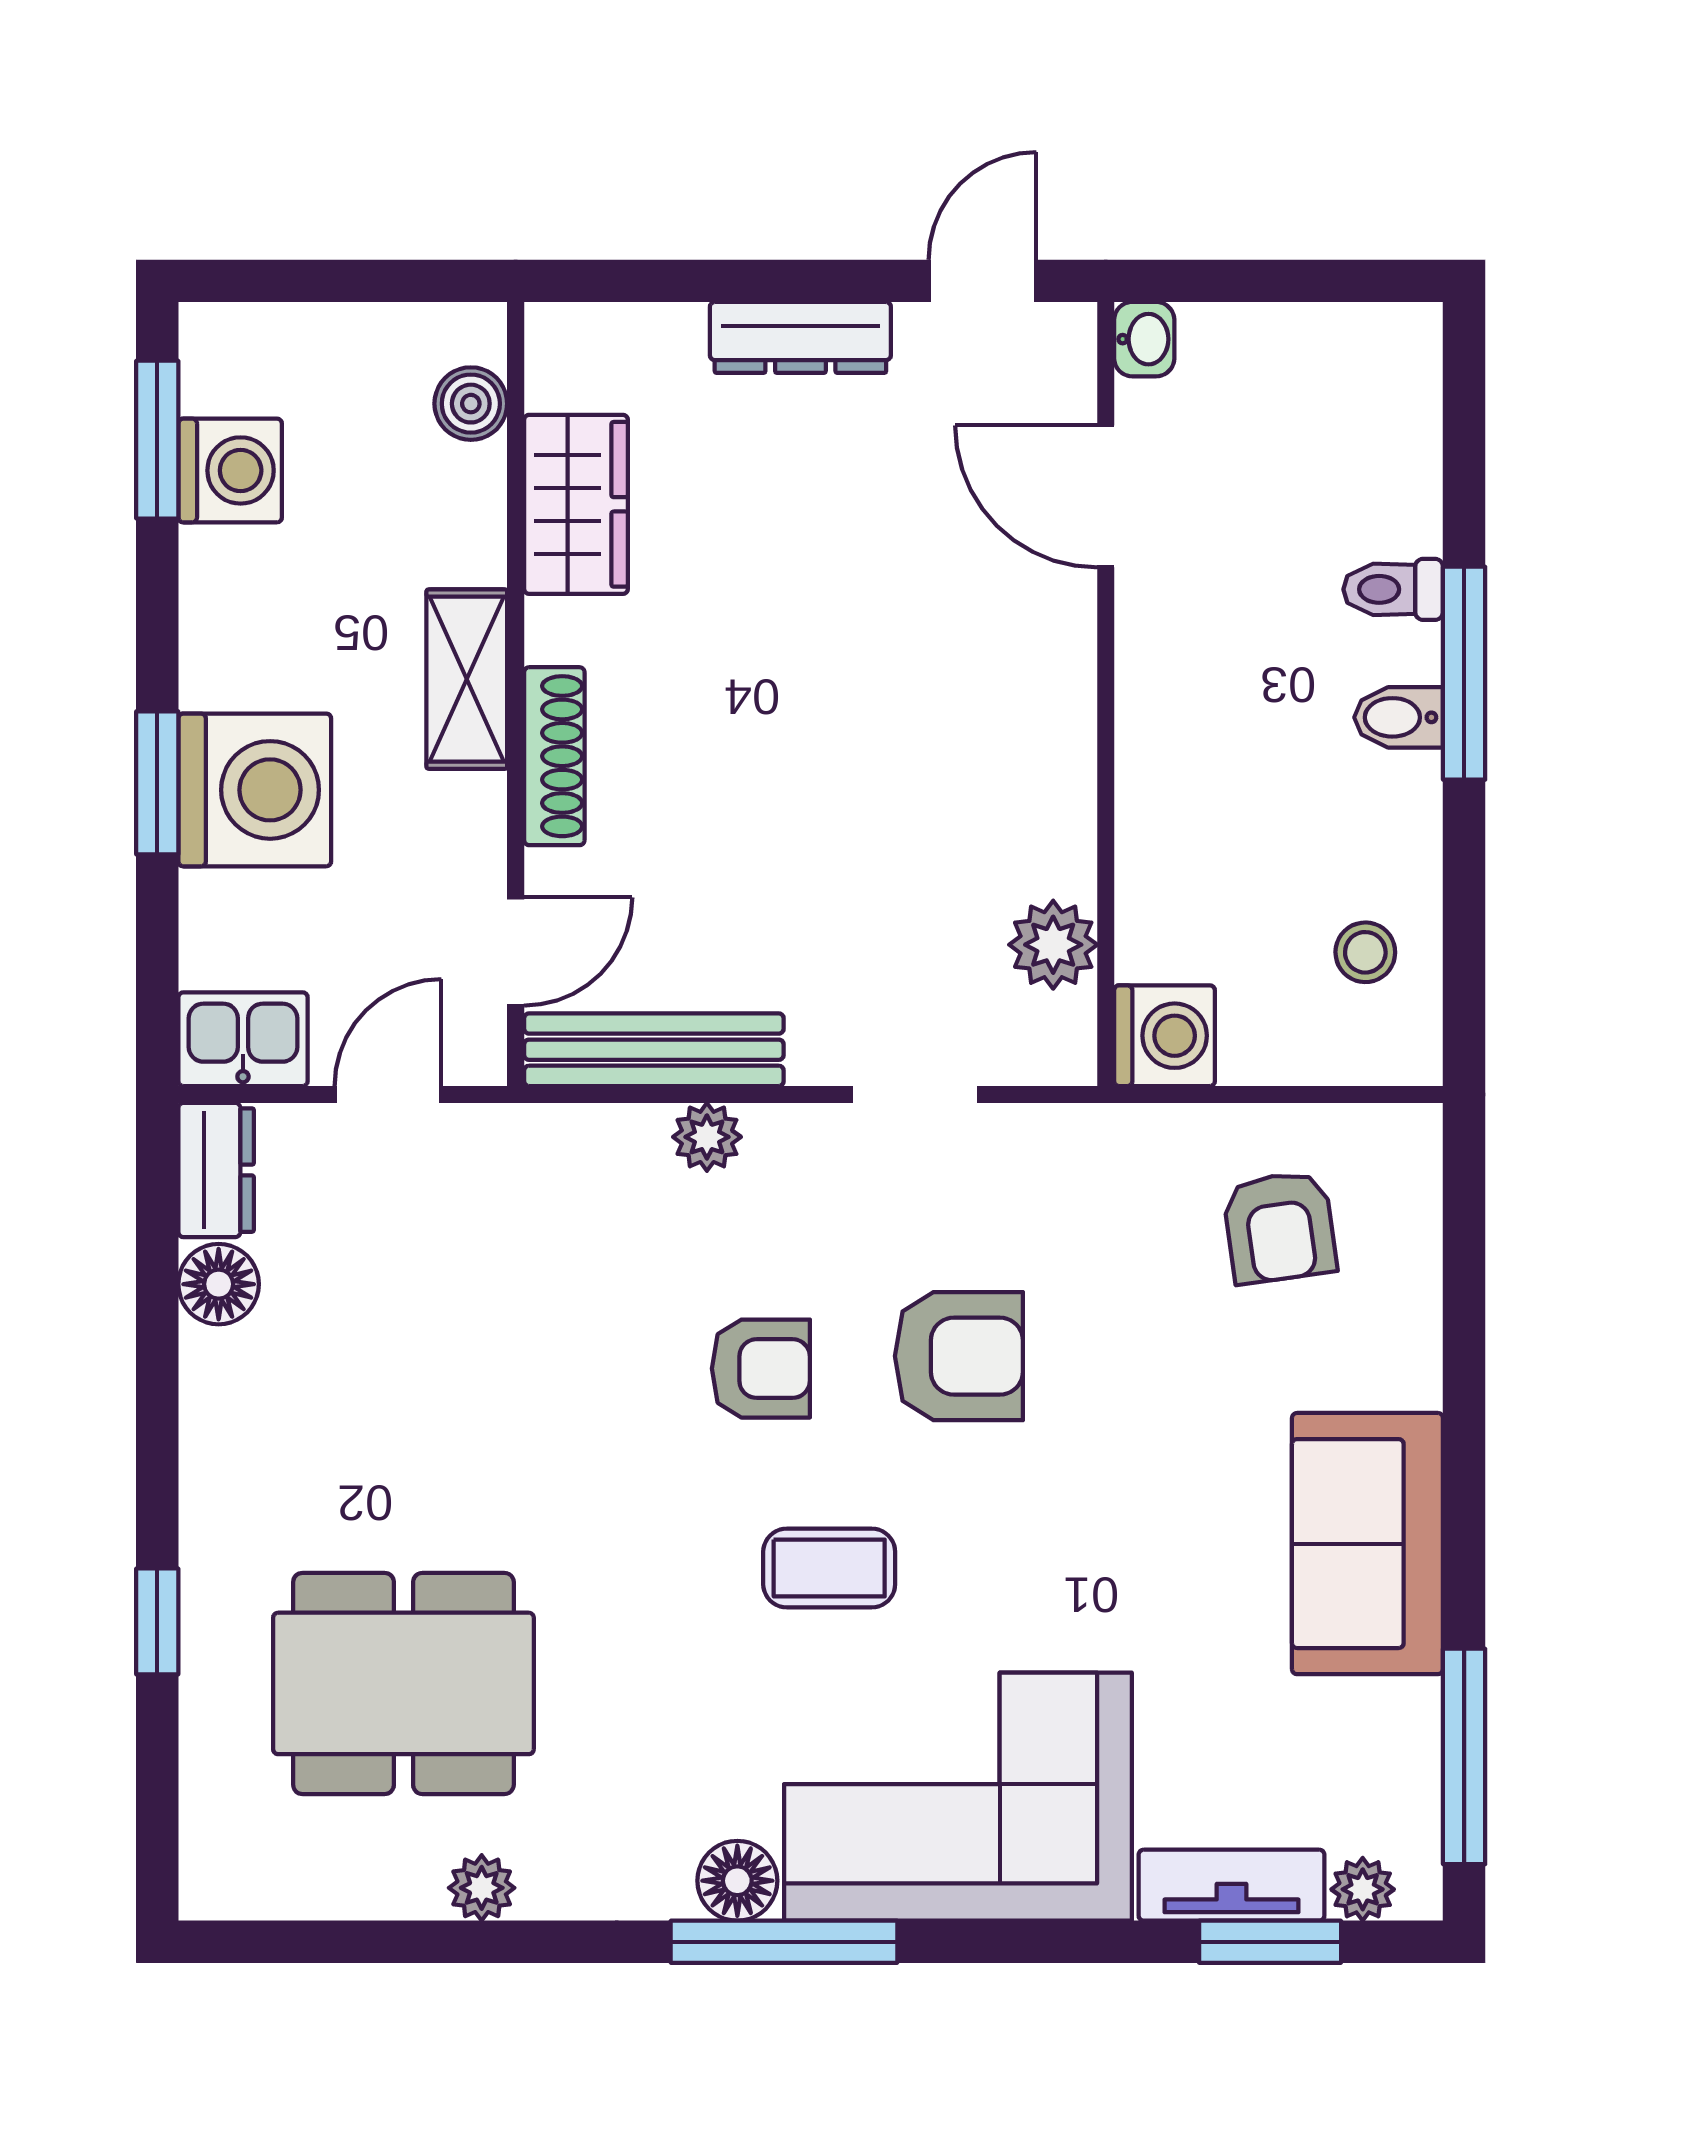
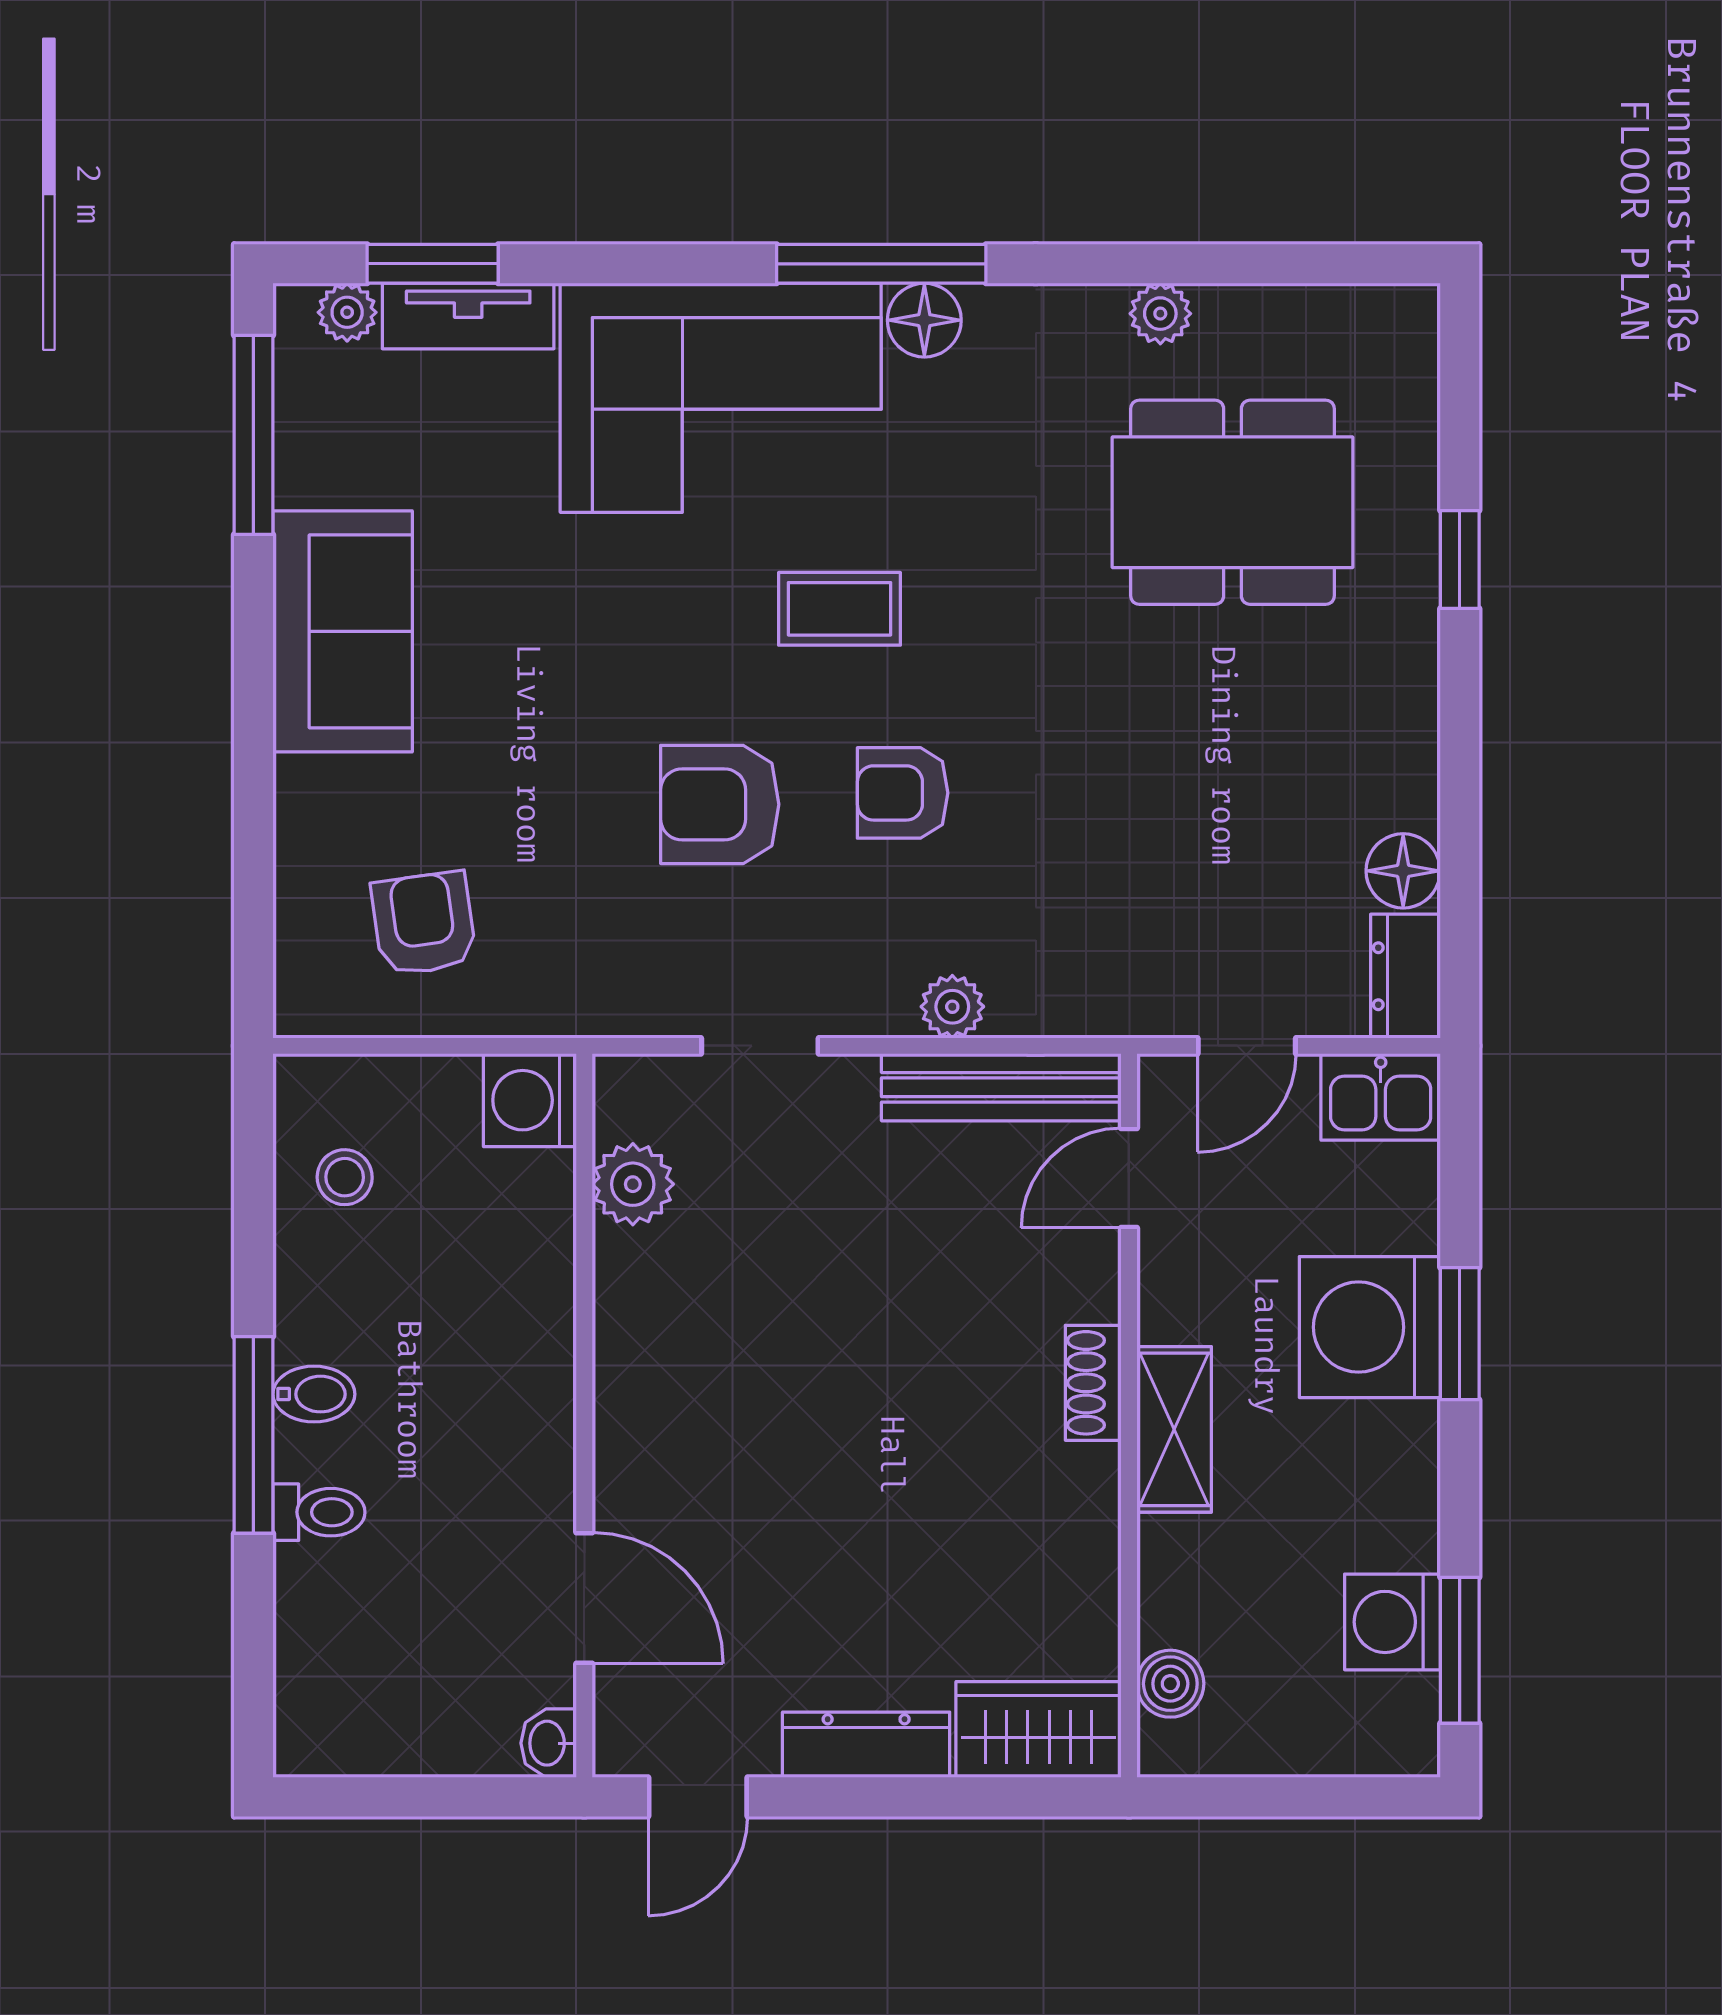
wardrobe: (576, 504) -> (1039, 1730), moved, turned 90
shoe rack: (554, 756) -> (1093, 1383), width x0.70

